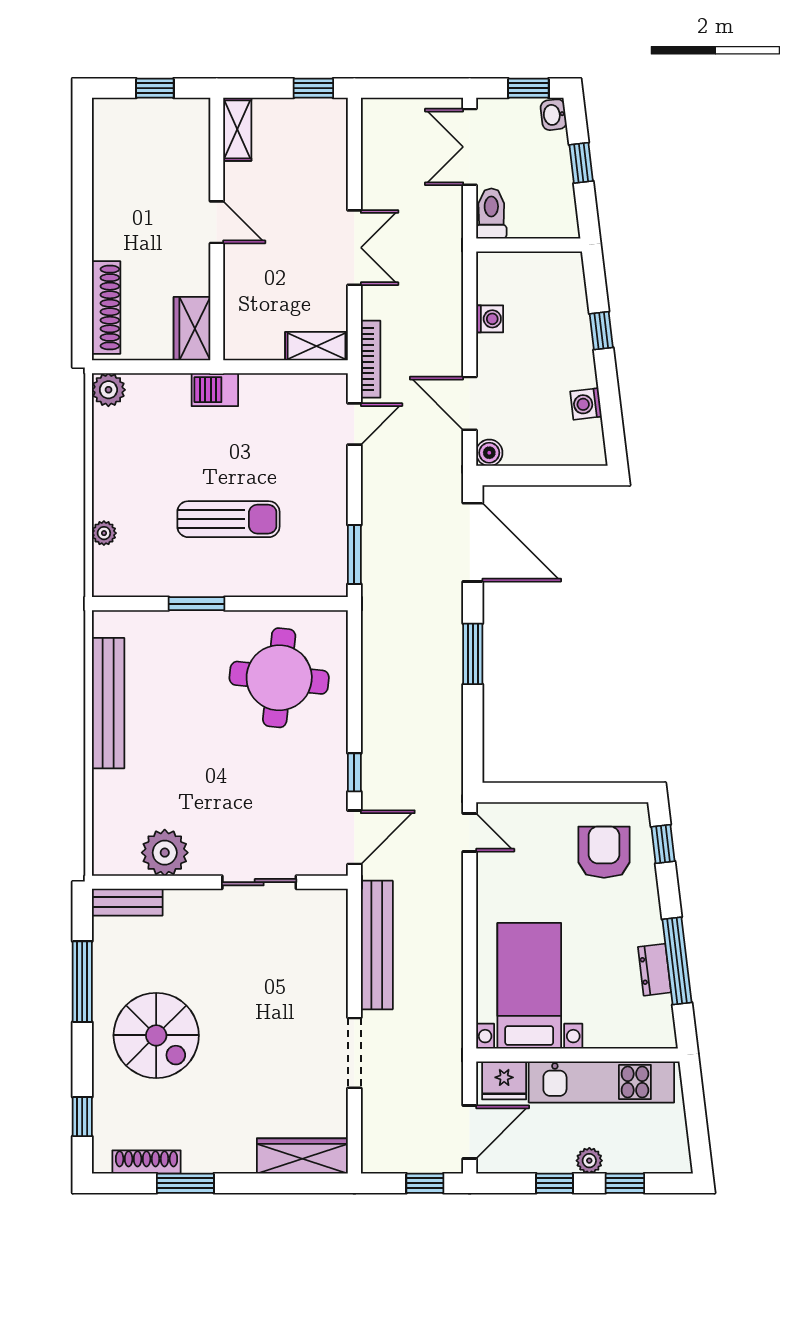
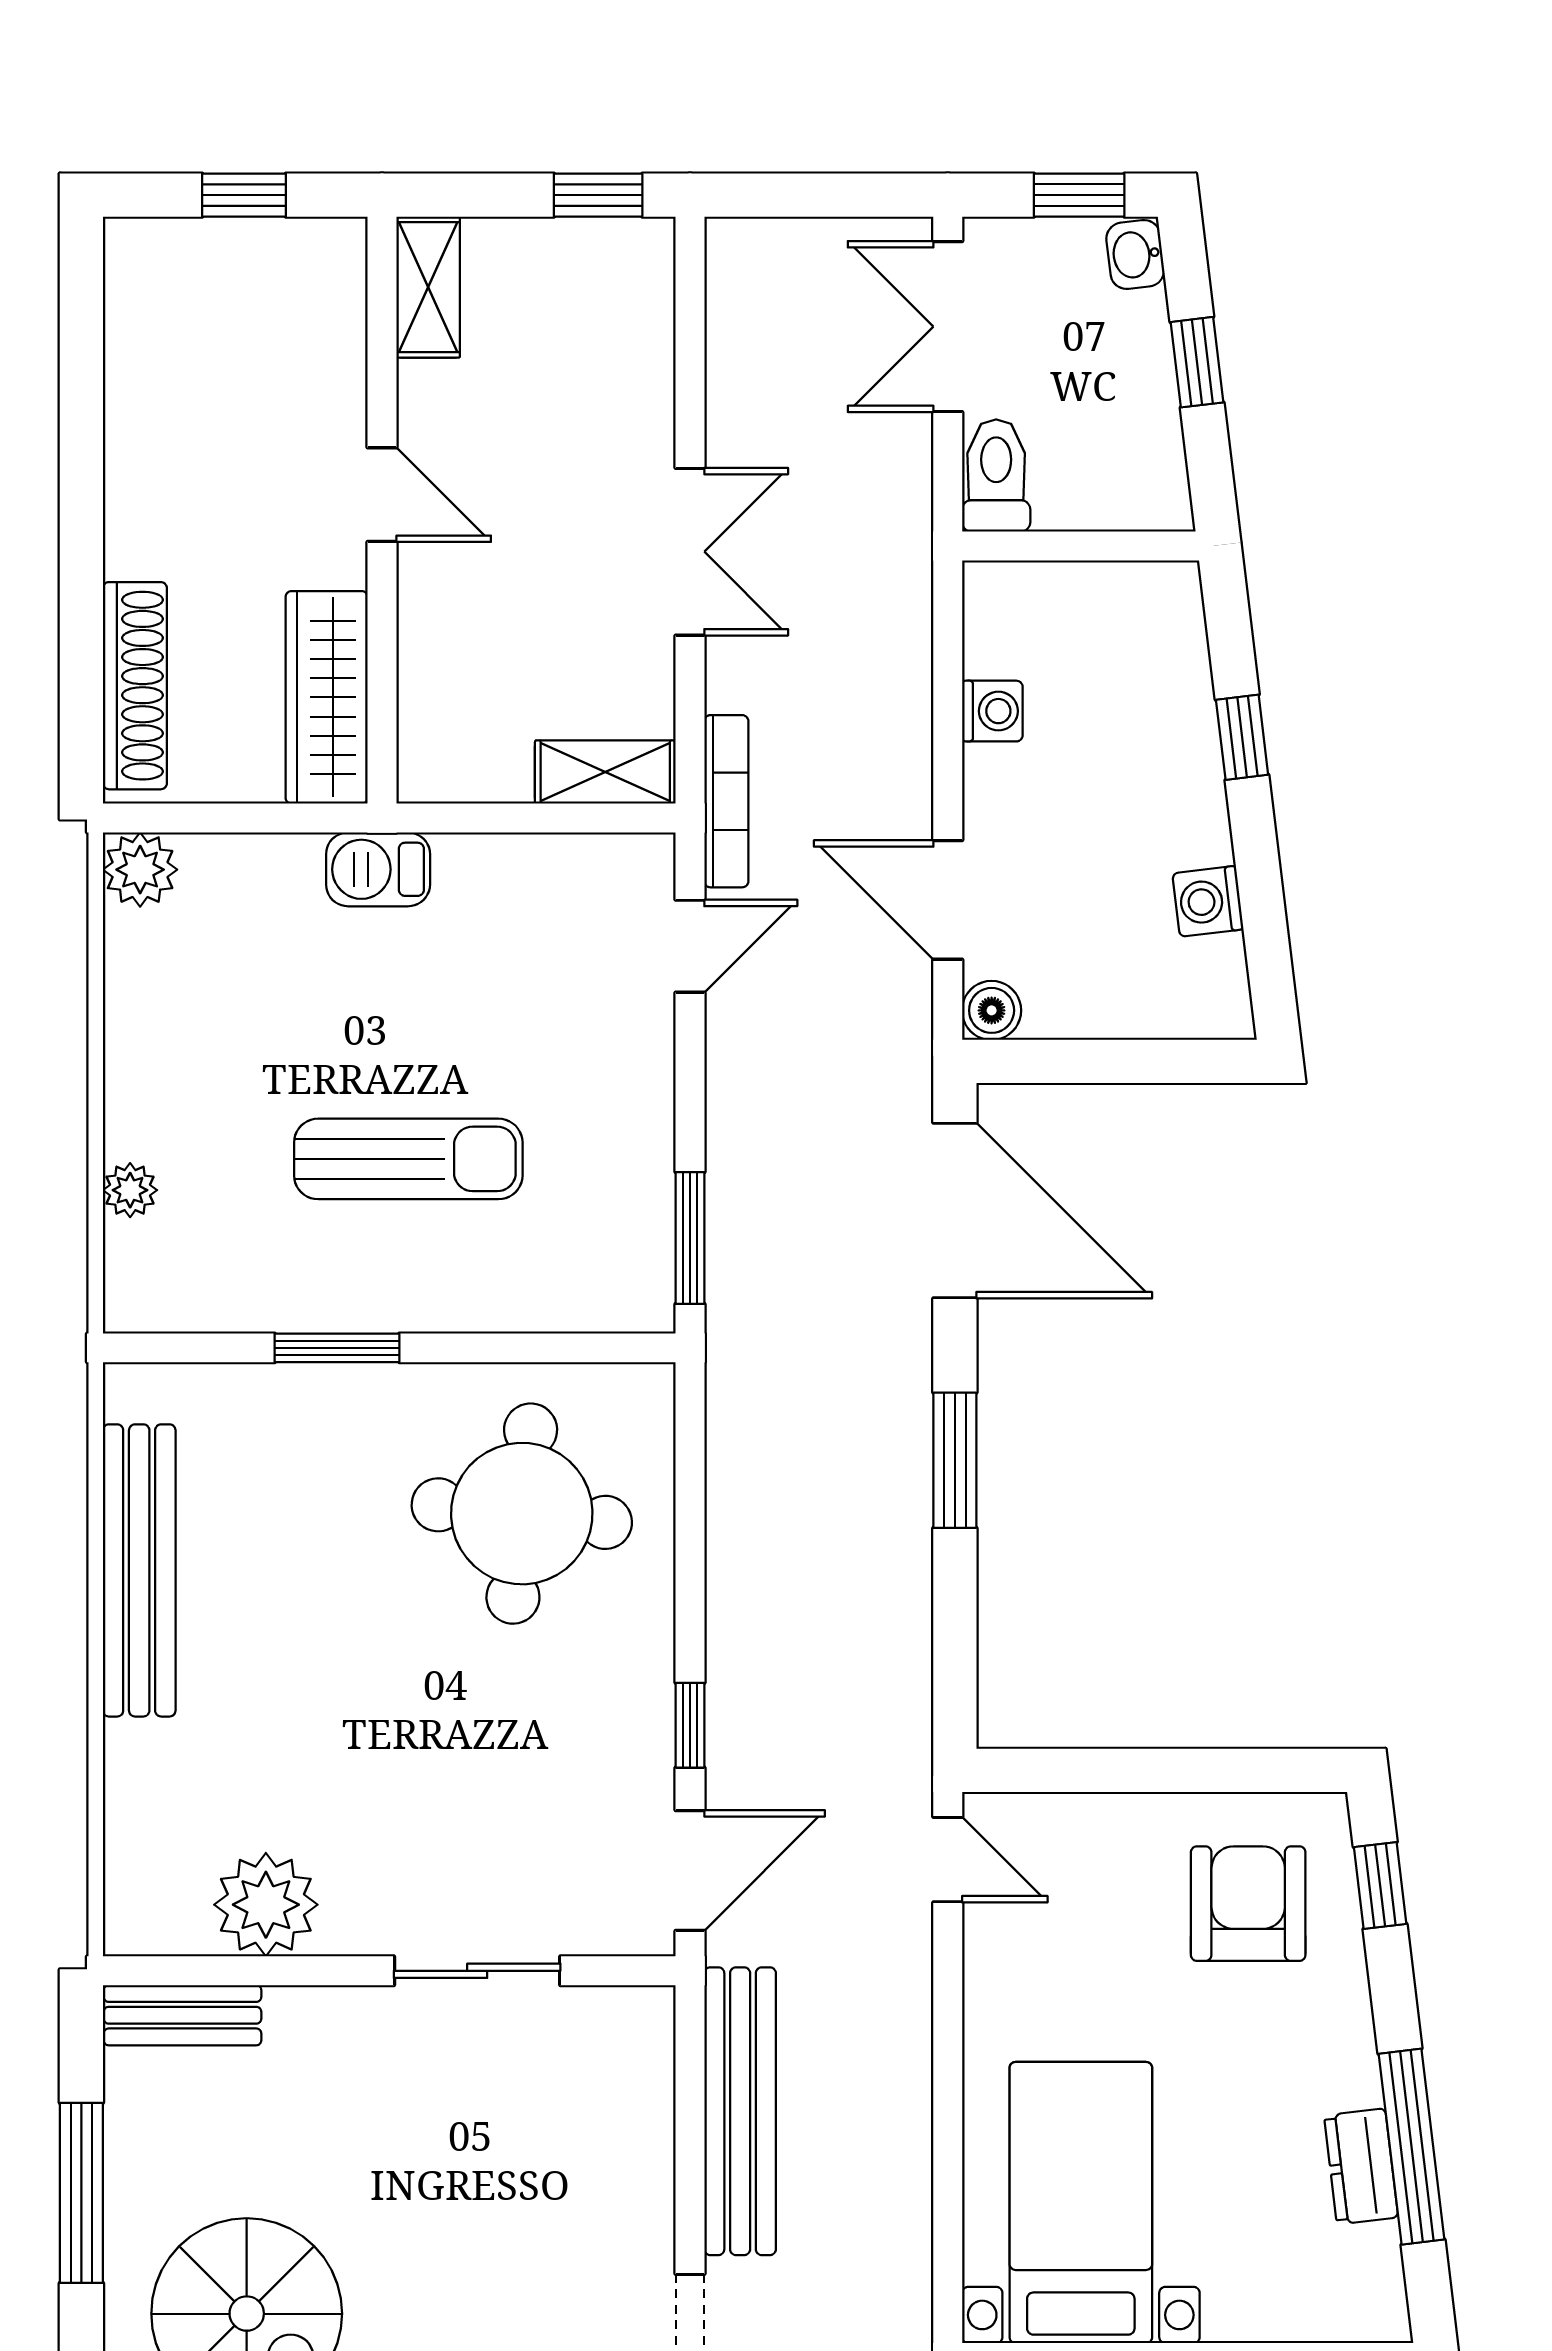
wardrobe: (192, 329) -> (327, 697), width x1.50

